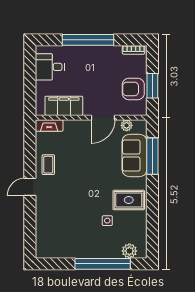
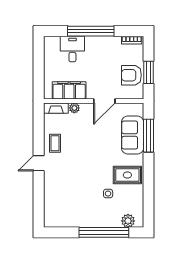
desk: (50, 67) -> (72, 49), moved, turned 90
plant: (127, 125) -> (74, 108), moved

